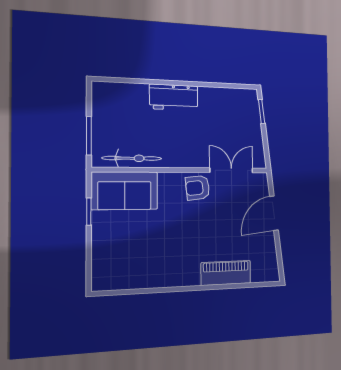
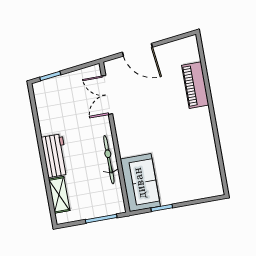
shelving: (127, 92) -> (59, 195), added
bicycle: (132, 158) -> (109, 160), moved
armchair: (198, 188) -> (127, 122), removed

